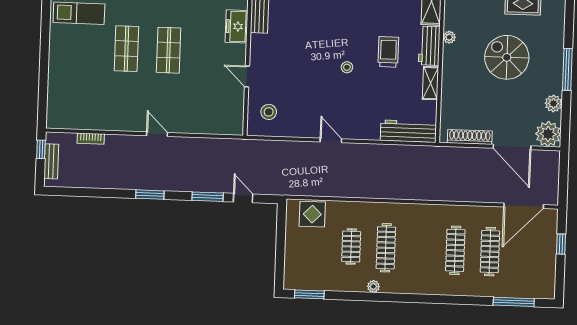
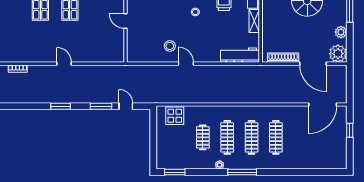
stool: (269, 112) -> (170, 46), moved
clothes rail: (490, 252) -> (252, 137), moved
window: (514, 302) -> (242, 172), moved

